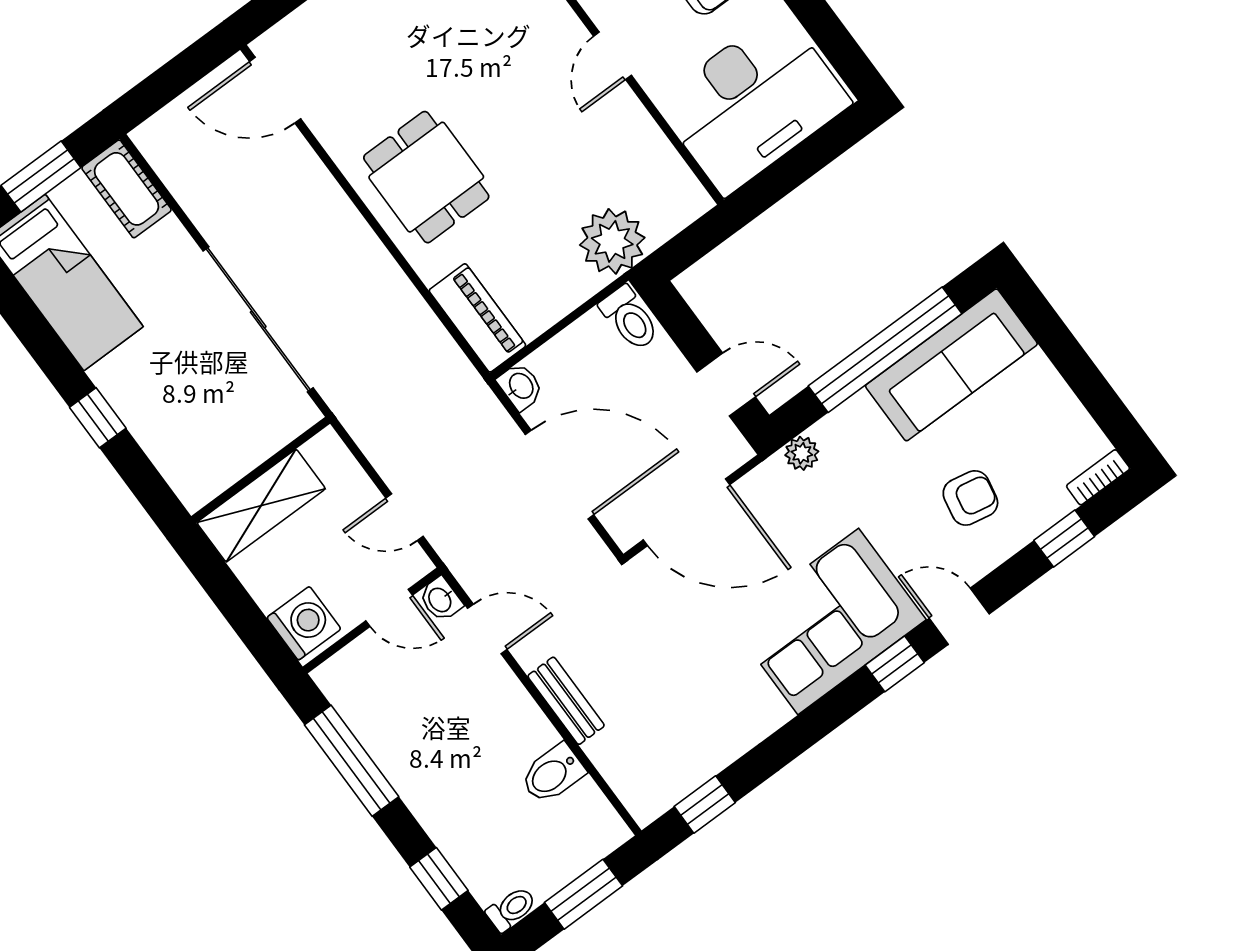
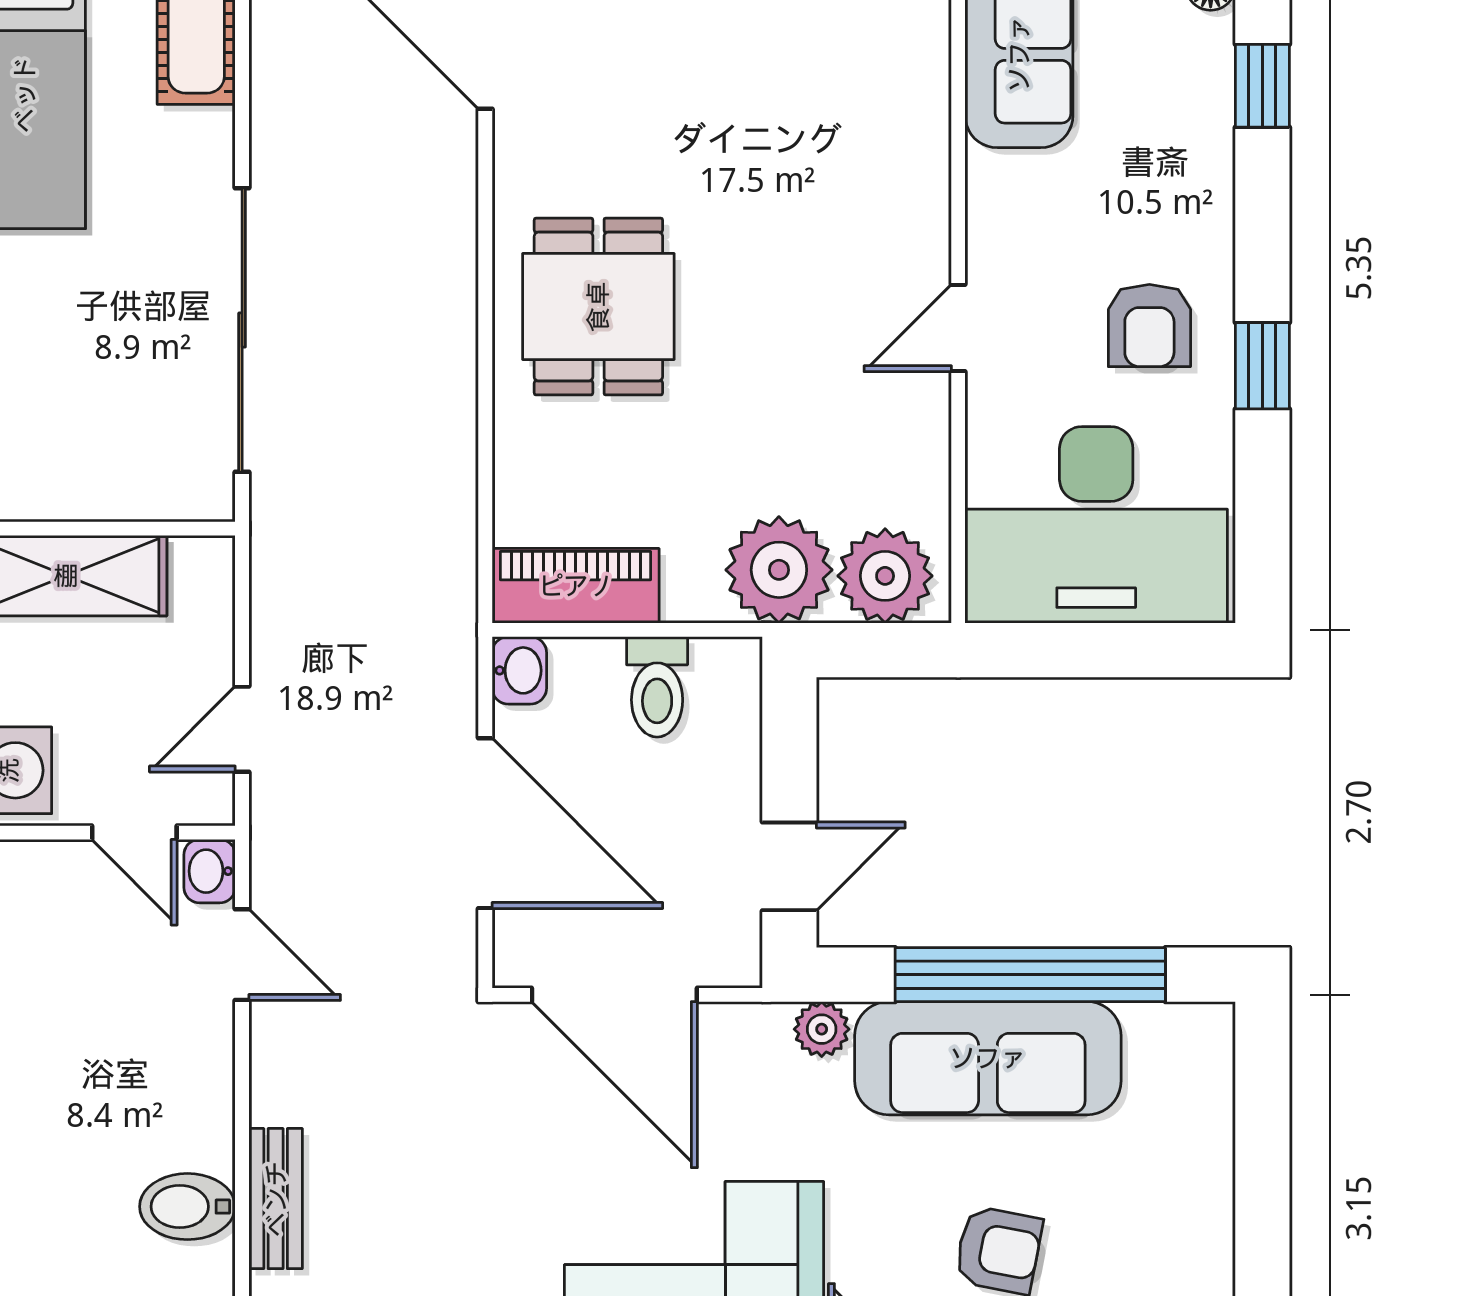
plant: (667, 205) -> (885, 576), added
piano: (477, 318) -> (576, 586), moved, turned -90
toilet: (630, 318) -> (657, 687), moved
sofa: (951, 365) -> (988, 1058), moved
door: (726, 385) -> (789, 866), hinge flipped
door: (405, 517) -> (242, 729), hinge flipped
bench: (566, 701) -> (276, 1199), moved

